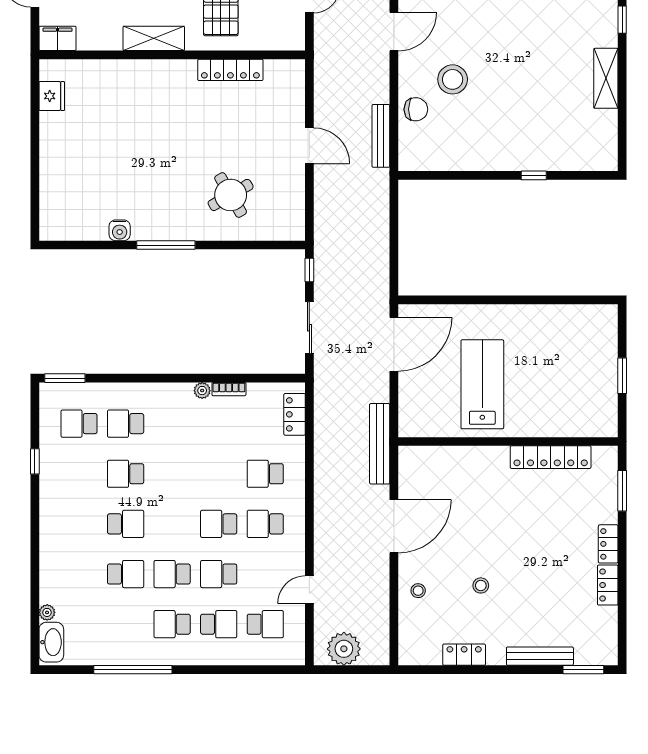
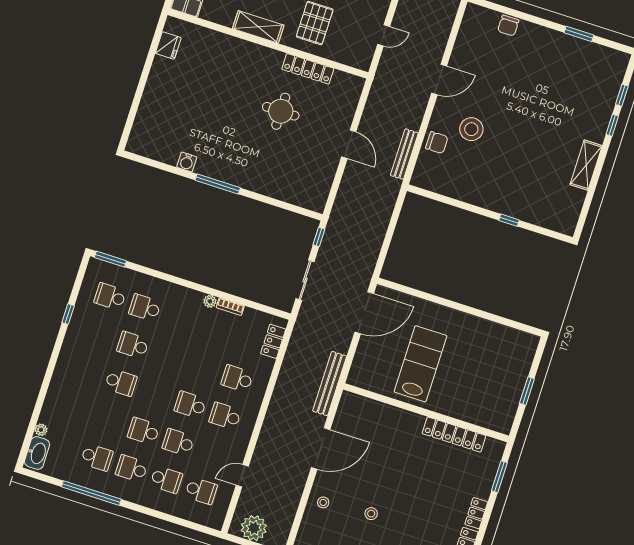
round table: (231, 195) -> (281, 111), moved, turned 30
school desk: (126, 574) -> (97, 457), moved

